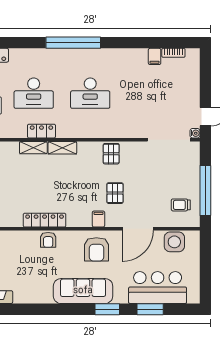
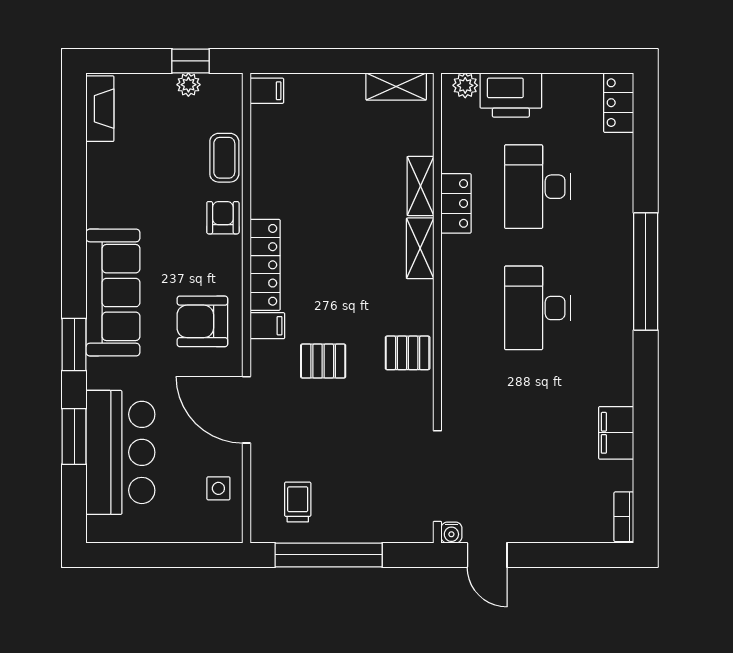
bookcase: (173, 53) -> (624, 517), moved
filing cabinet: (155, 56) -> (616, 433), width x2.00
locker: (45, 220) -> (265, 265), moved
coffee table: (20, 239) -> (224, 158), added
armchair: (48, 240) -> (223, 218), turned 90
side table: (174, 242) -> (218, 488), width x0.54, depth x0.54

